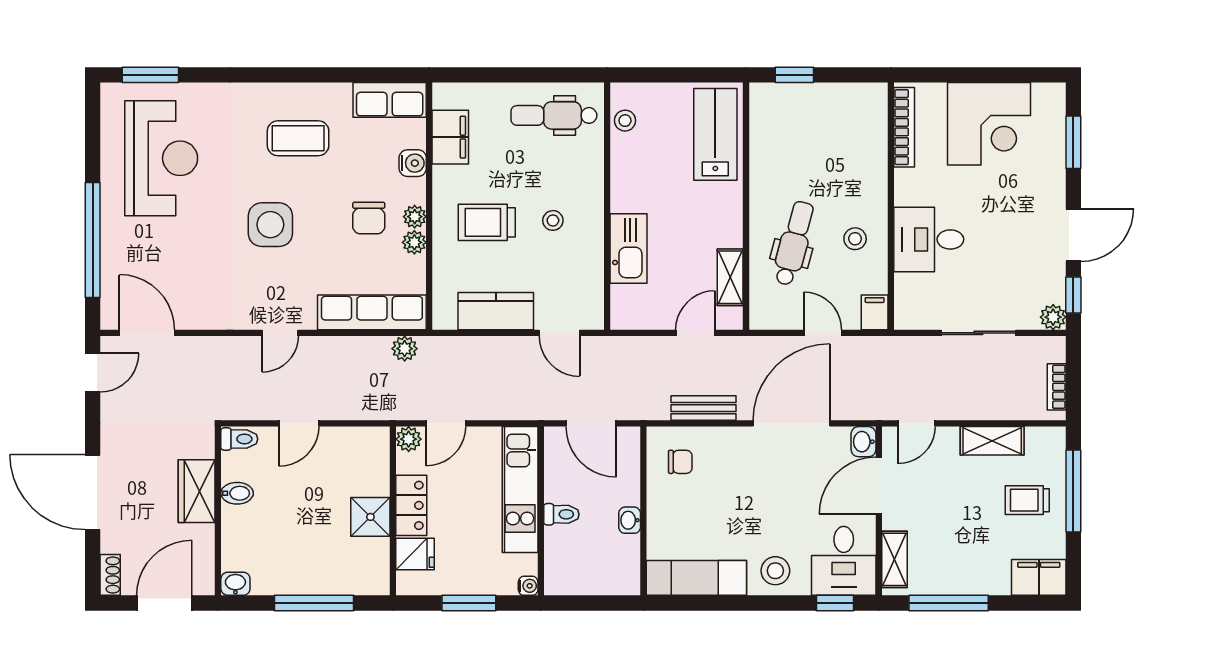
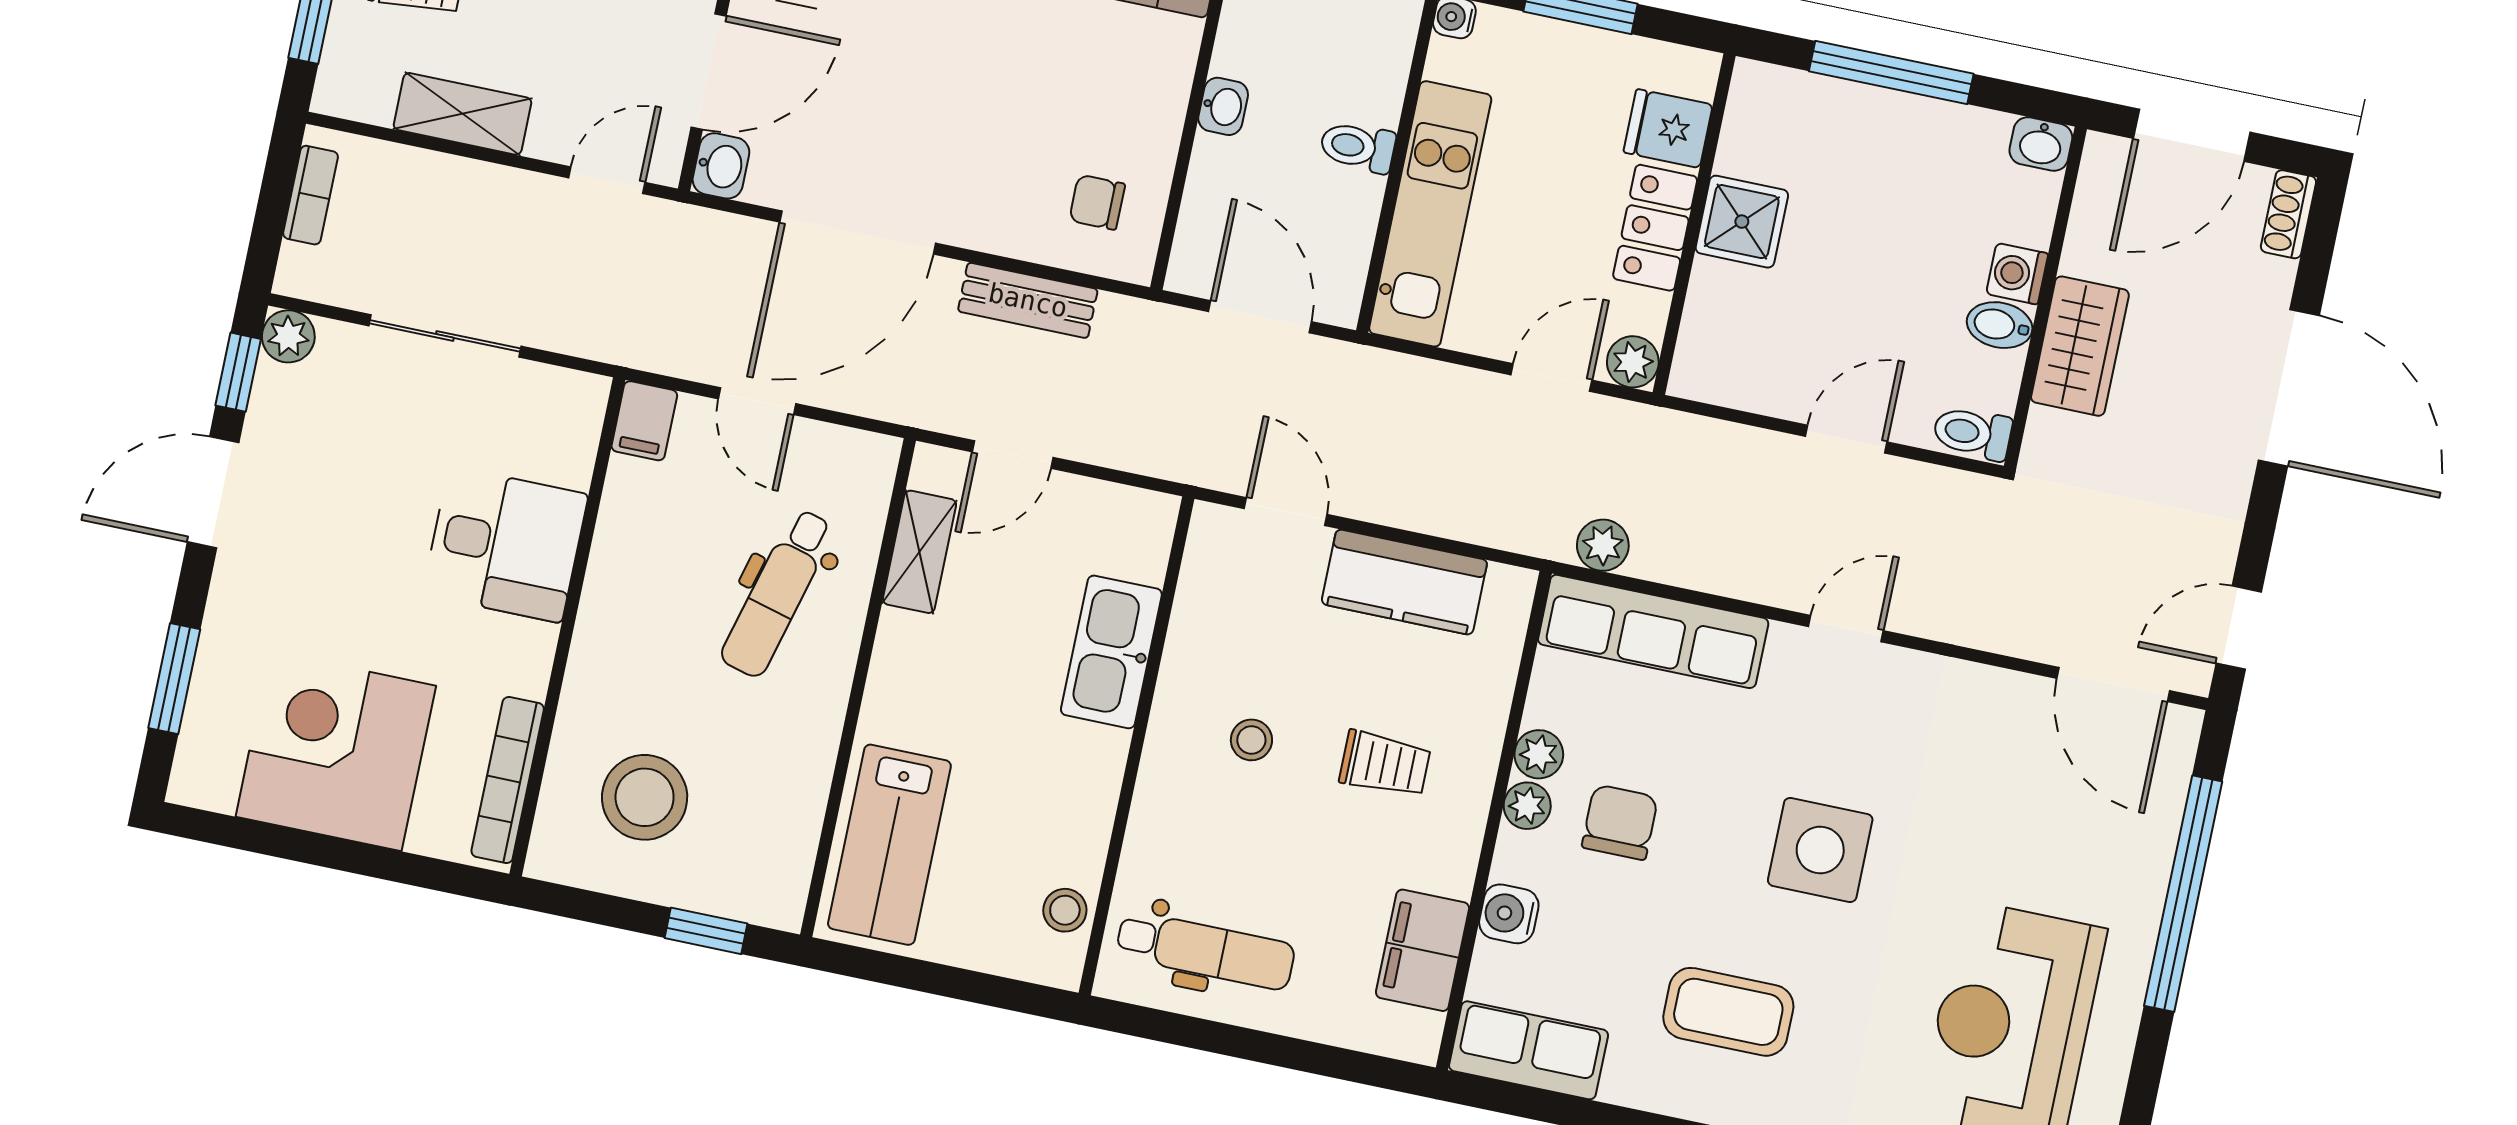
trolley: (487, 222) -> (1385, 764), width x0.73, depth x0.72
stool: (855, 239) -> (645, 797), moved, width x1.89, depth x1.89
washing machine: (234, 519) -> (2017, 274), added

